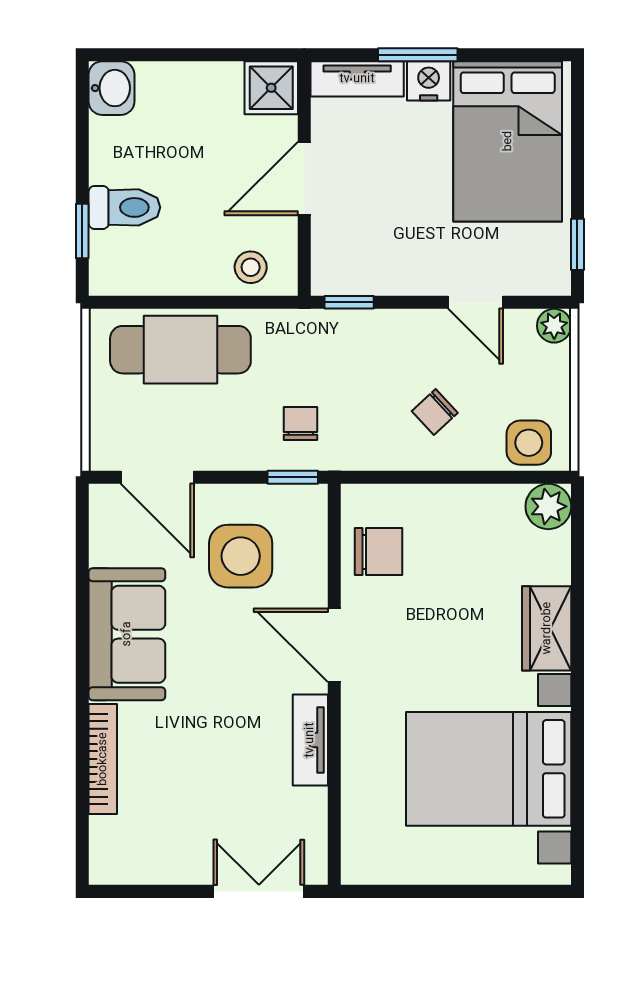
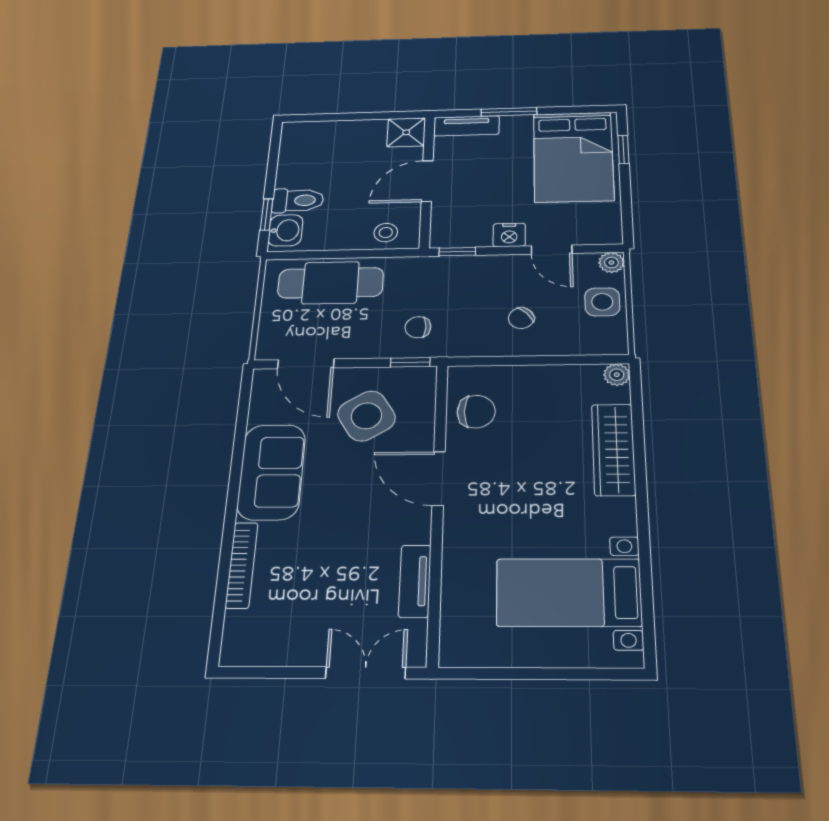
nightstand: (429, 81) -> (509, 235), moved, turned 180
washbasin: (112, 88) -> (286, 230), moved
window: (577, 244) -> (623, 150), moved
chair: (301, 423) -> (418, 327), turned -90
side table: (529, 443) -> (602, 302), moved
plant: (548, 506) -> (617, 375), width x0.73, depth x0.73
side table: (241, 556) -> (366, 416), turned -32
wardrobe: (547, 628) -> (613, 449), width x1.50
tv unit: (310, 740) -> (415, 581), moved
bed with nightstands: (489, 769) -> (569, 592), width x0.73

